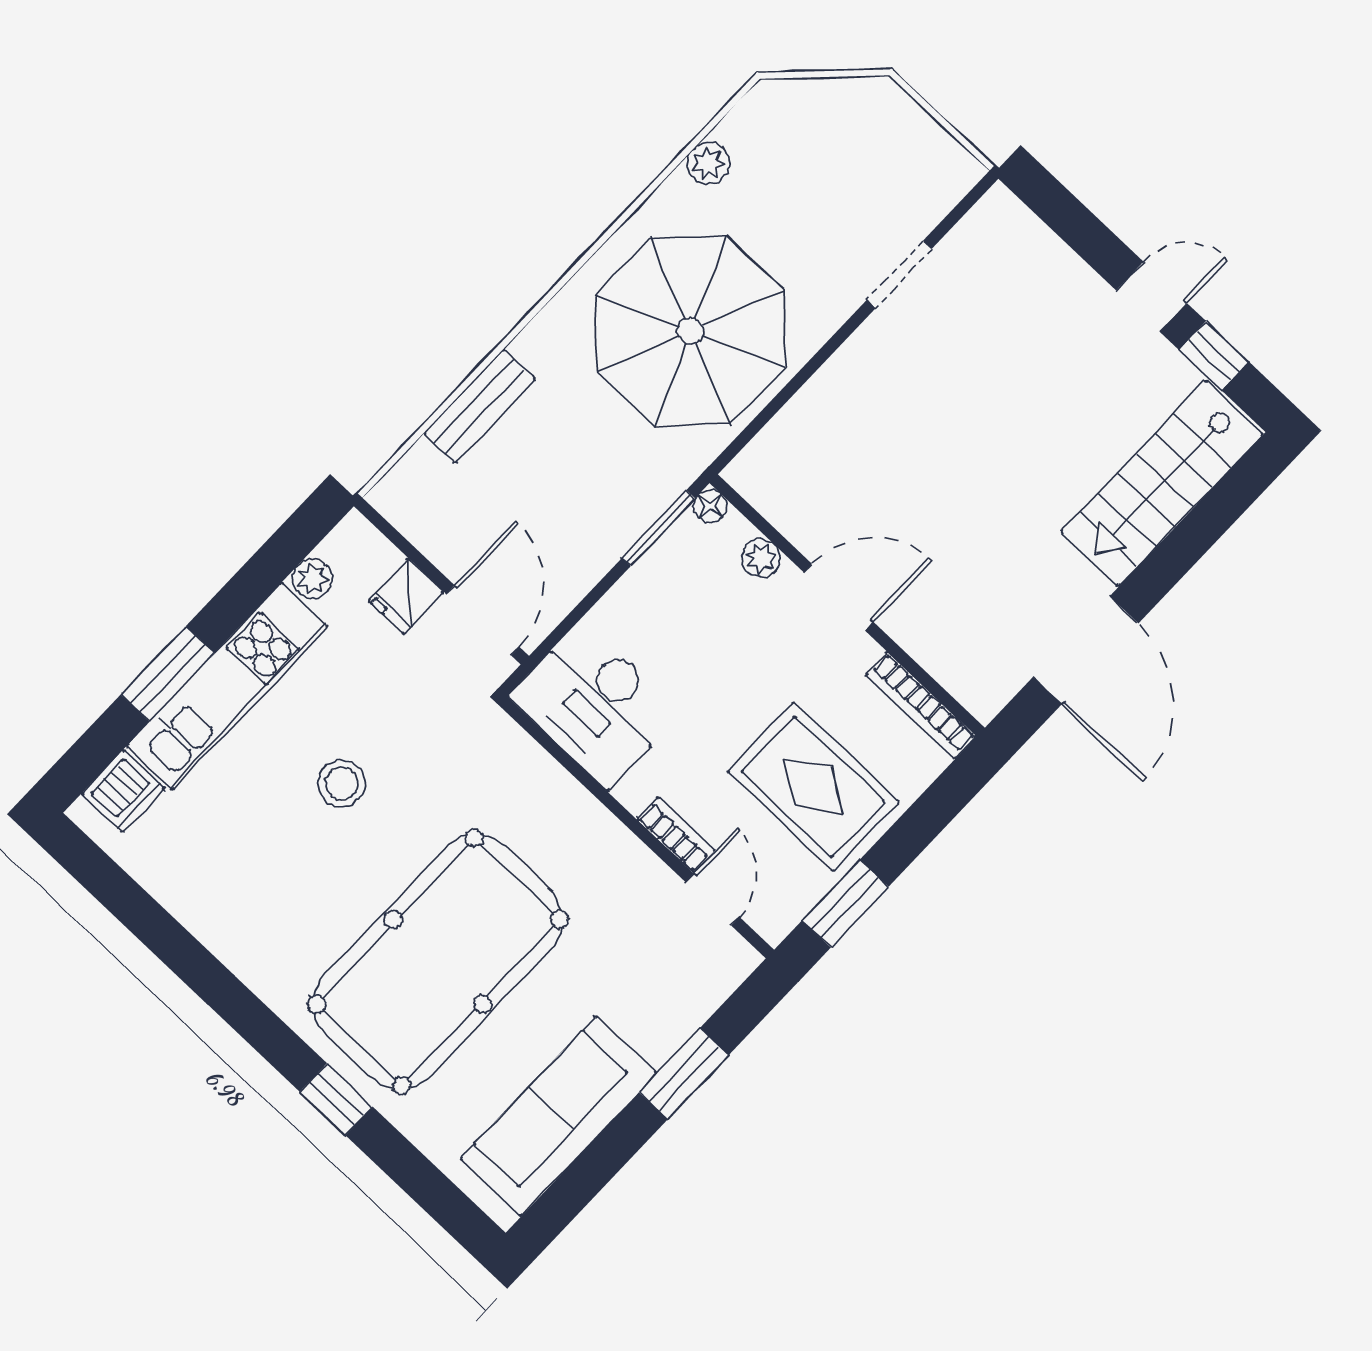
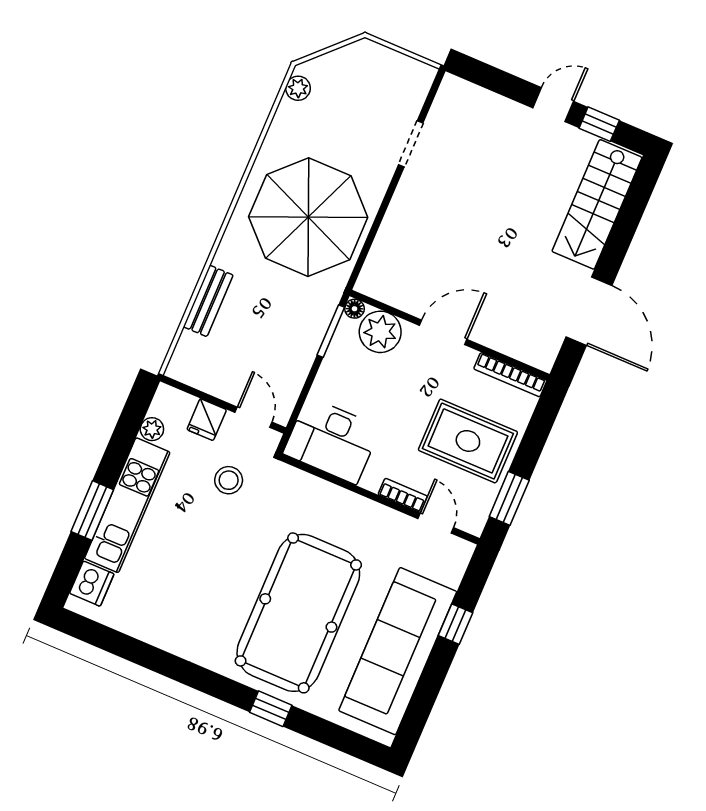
plant: (708, 163) -> (298, 88), moved
plant: (761, 558) -> (380, 332), width x1.87, depth x1.87
door: (483, 620) -> (253, 417), width x0.73
stool: (342, 783) -> (229, 480), moved
window: (684, 1074) -> (456, 624), width x0.67
sofa: (559, 1116) -> (398, 651), width x1.36, depth x1.27

